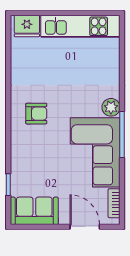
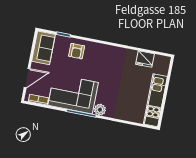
fridge: (27, 26) -> (145, 59), moved, turned -90
armchair: (36, 114) -> (77, 51), moved

